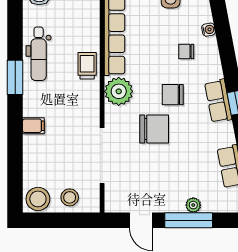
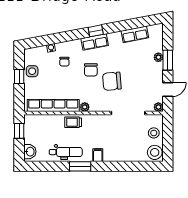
plant: (119, 91) -> (85, 107), width x0.53, depth x0.53
filing cabinet: (33, 126) -> (98, 155), moved
chair: (154, 129) -> (112, 81), turned -95
plant: (112, 205) -> (158, 107), added
window: (189, 220) -> (168, 60), width x0.69

